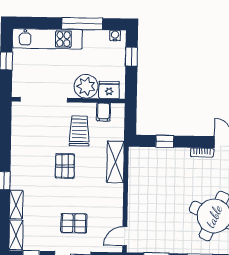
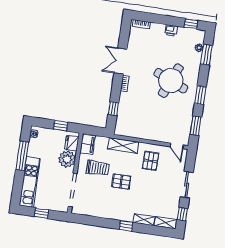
window: (132, 57) -> (61, 126), moved
filing cabinet: (104, 112) -> (88, 144), width x2.00
trolley: (79, 131) -> (98, 168), turned 180
pallet: (74, 223) -> (151, 161), moved

